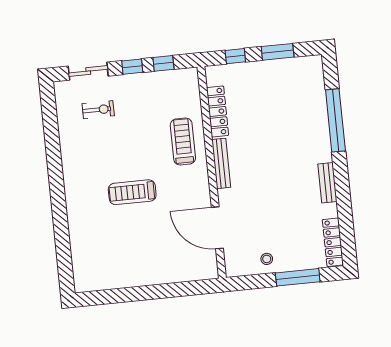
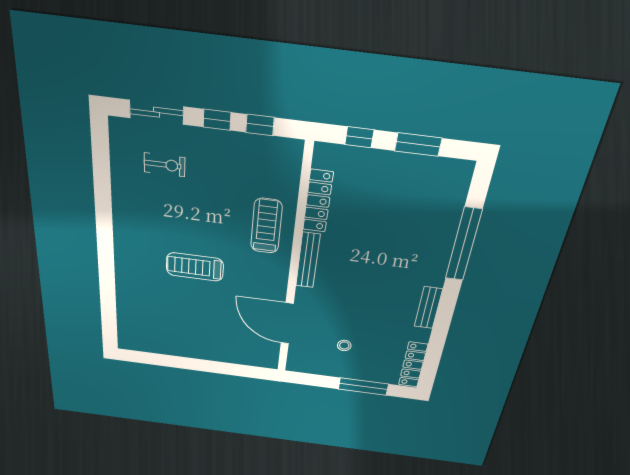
stool: (267, 259) -> (344, 345), moved

